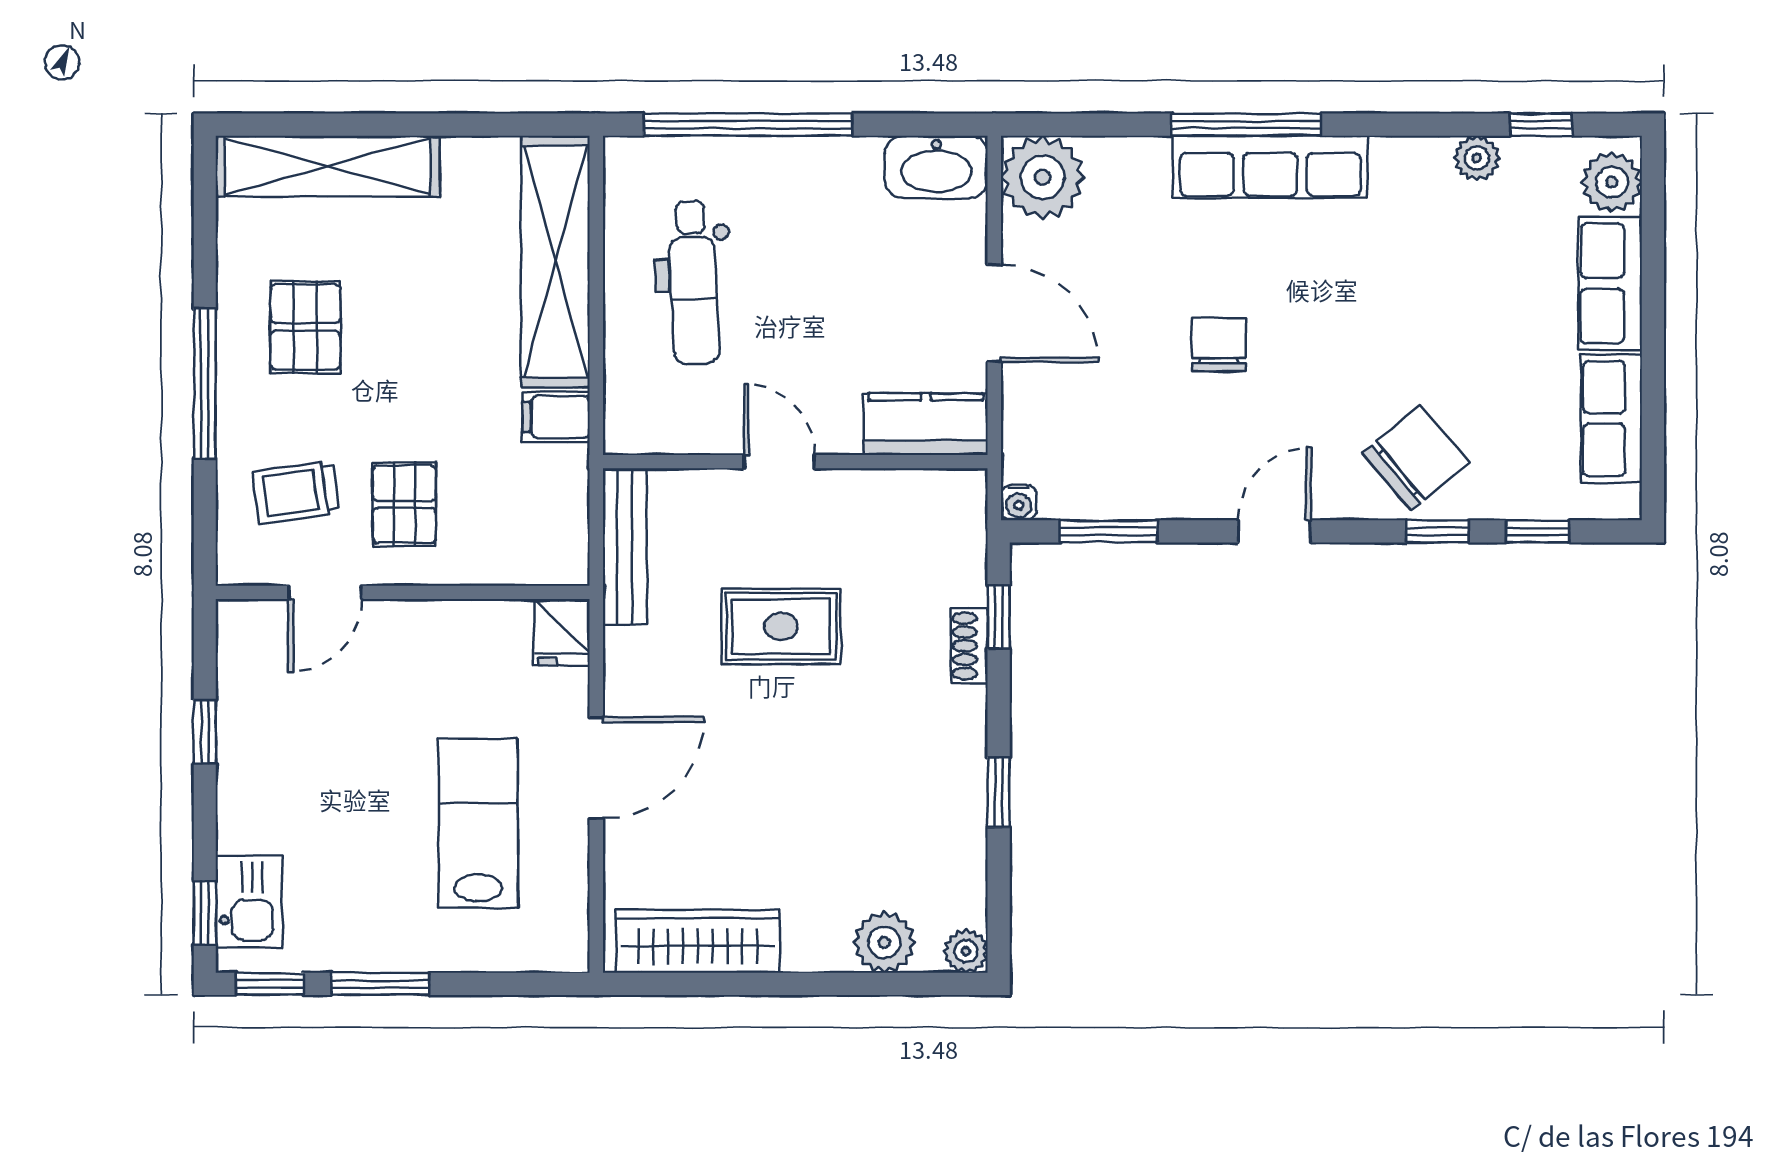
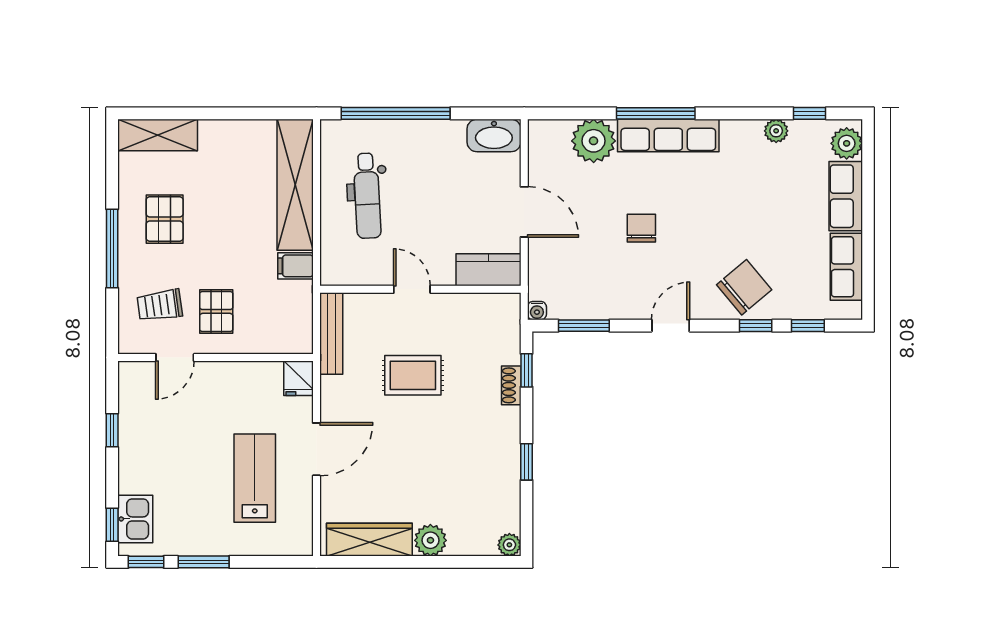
shelving: (328, 166) -> (158, 135), width x0.68
plant: (1043, 177) -> (594, 141), moved
plant: (884, 942) -> (430, 540), moved

